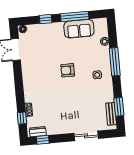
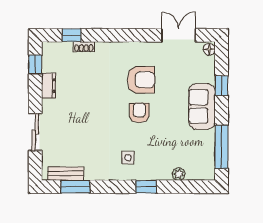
window: (75, 16) -> (222, 147), moved
sofa: (79, 29) -> (202, 106), moved
window: (115, 62) -> (146, 187), width x0.46
armchair: (46, 71) -> (141, 80), added
dresser: (38, 132) -> (49, 86), moved

